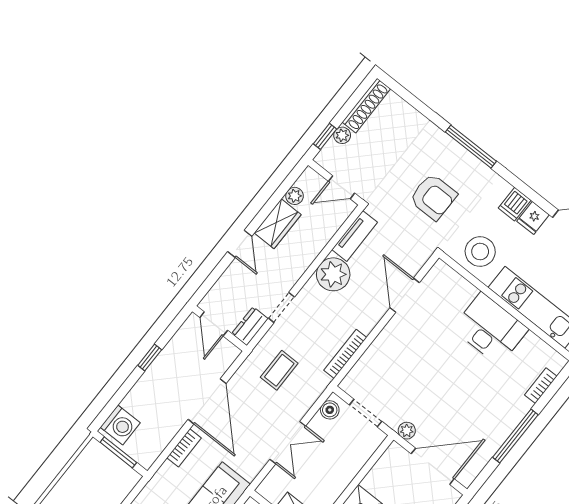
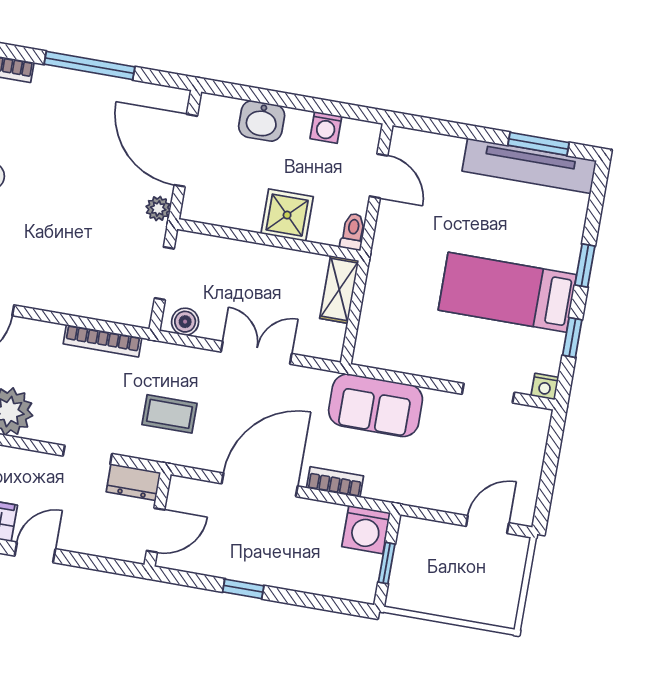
washing machine: (120, 425) -> (366, 530), moved, turned 180
window: (118, 452) -> (387, 563), width x0.67

